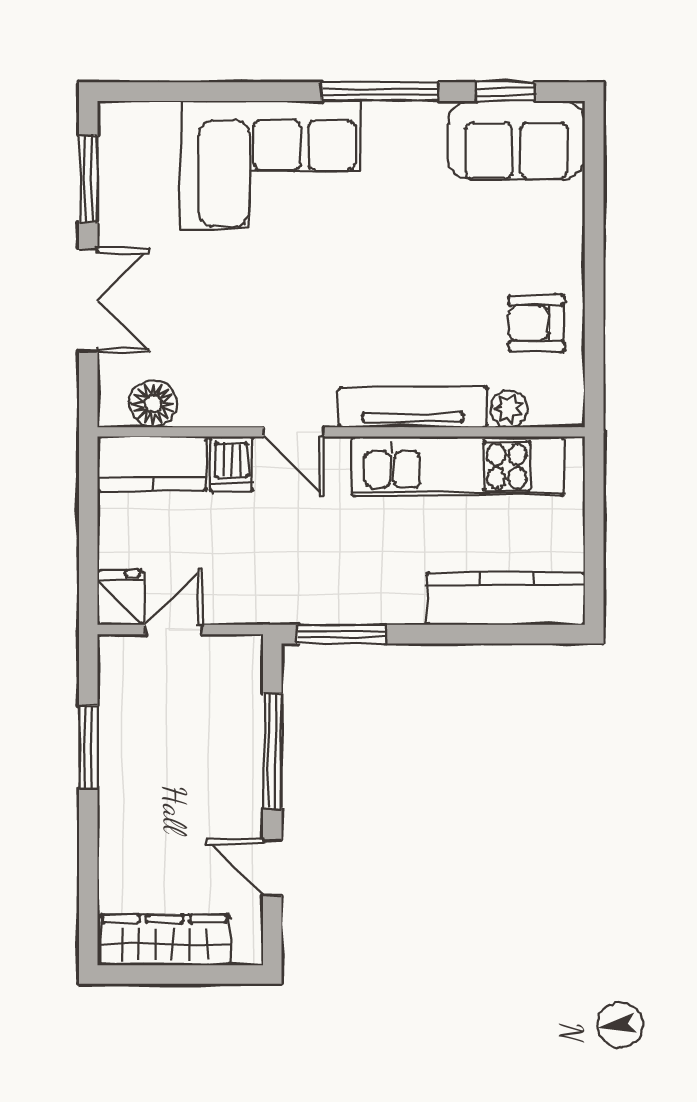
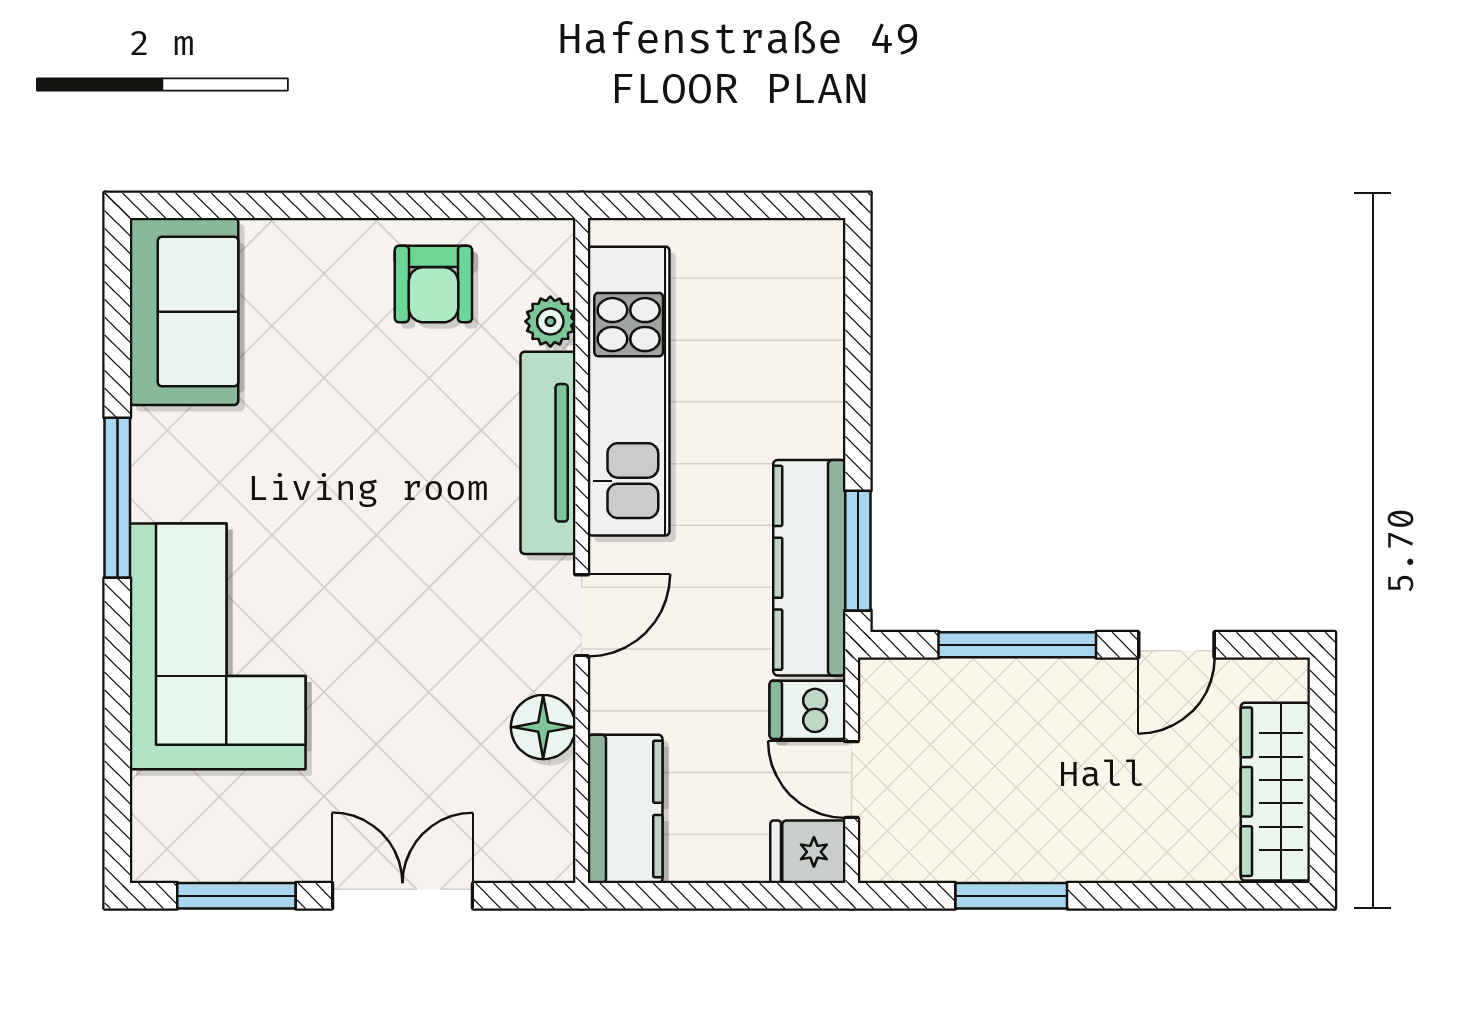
window: (505, 92) -> (117, 327), removed
floor lamp: (153, 404) -> (543, 727), moved
dishwasher: (232, 464) -> (808, 710), moved, turned 180
kitchen counter: (506, 599) -> (809, 568), moved

